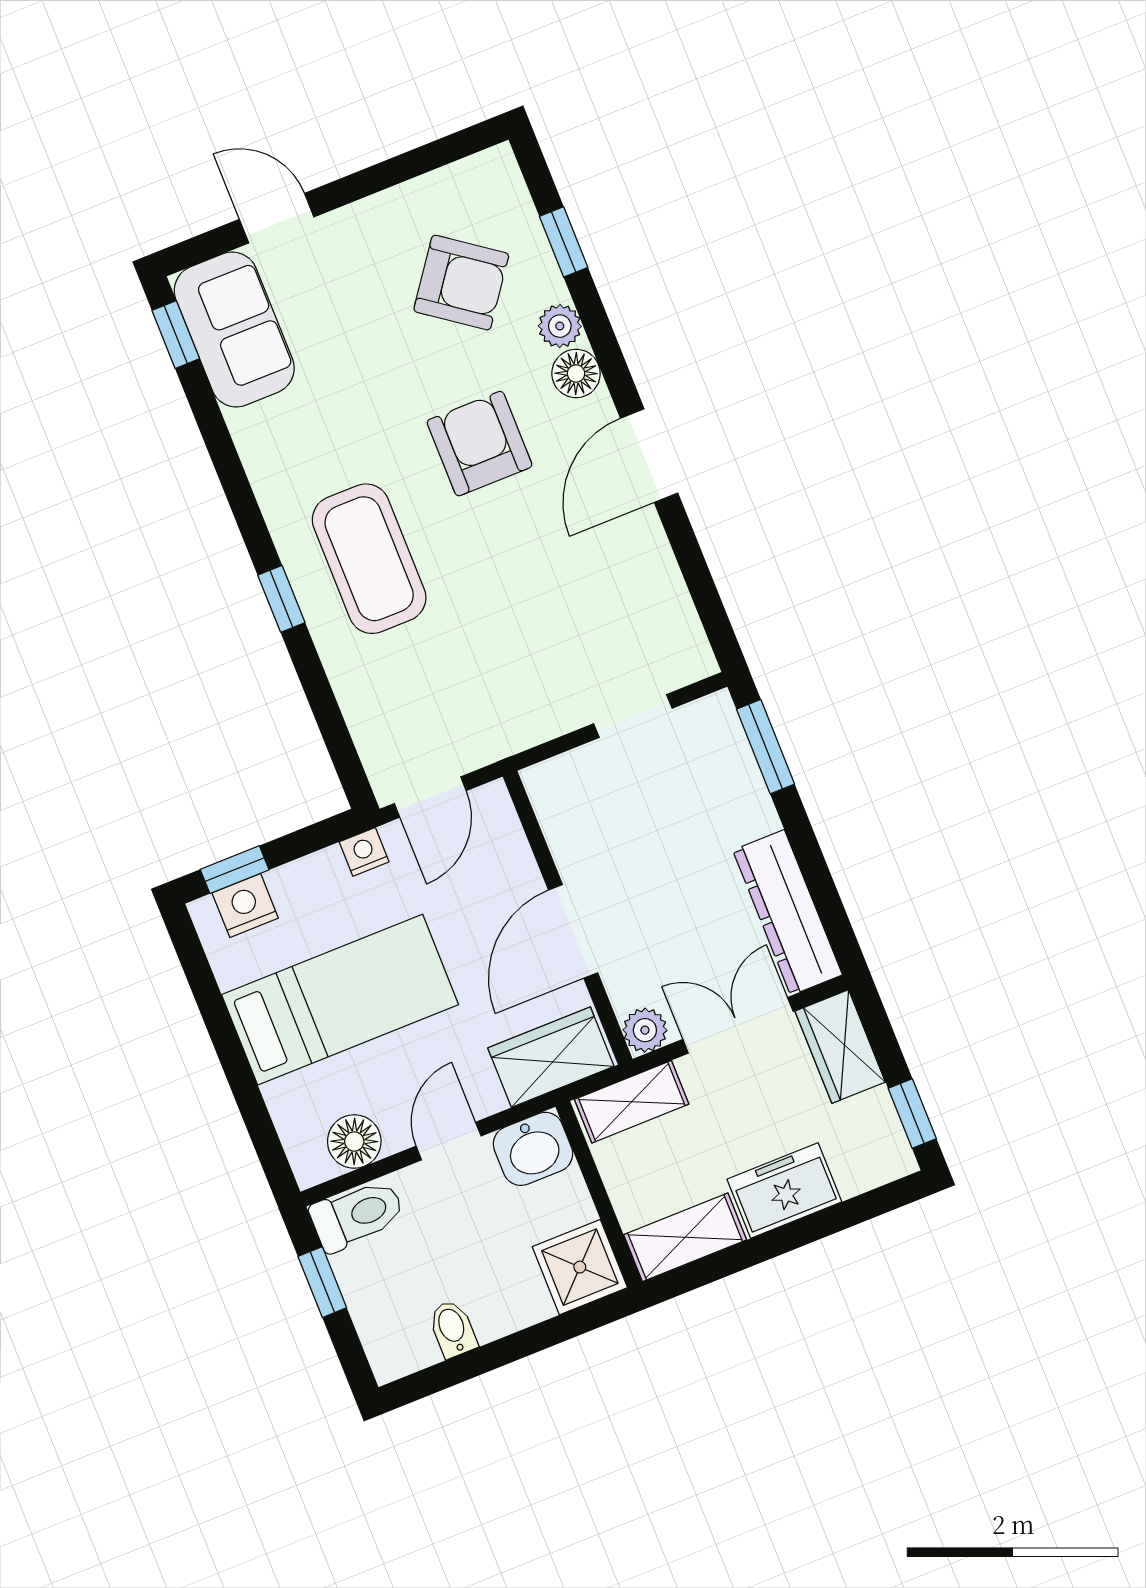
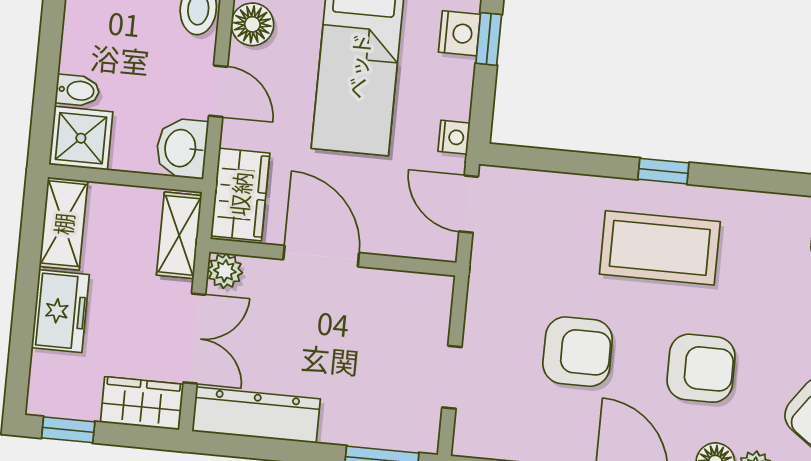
armchair: (532, 591) -> (578, 352), added
bidet: (453, 1329) -> (77, 90), moved

